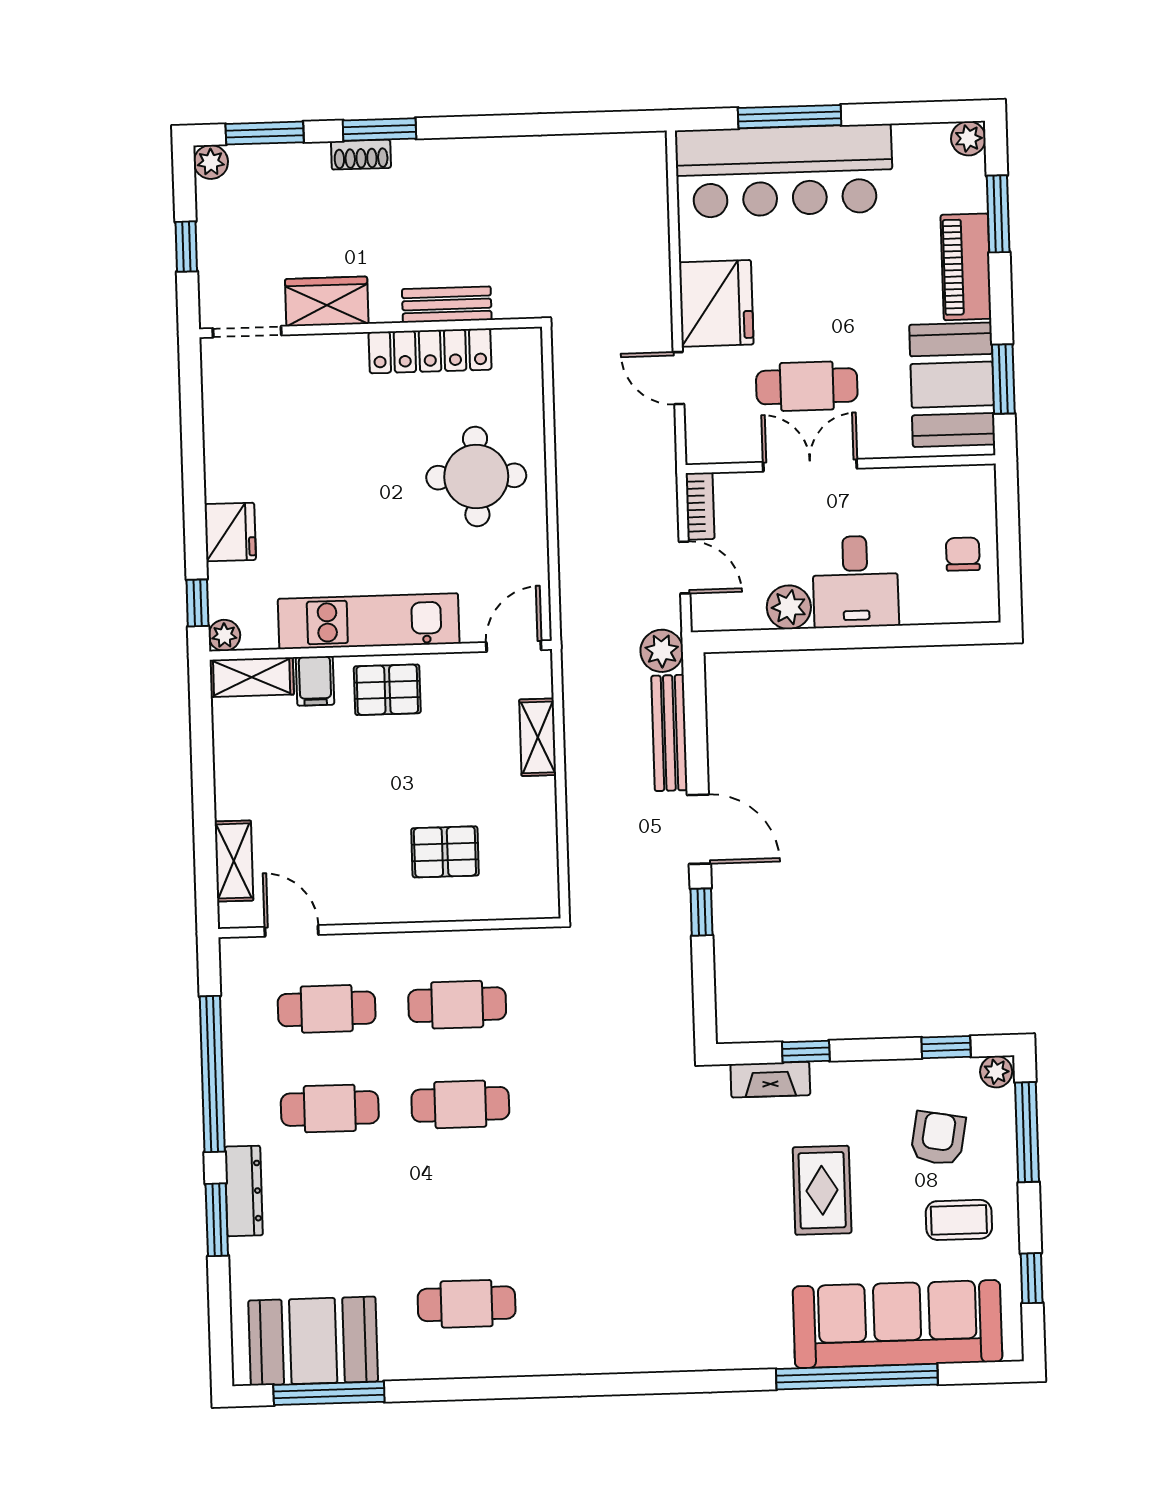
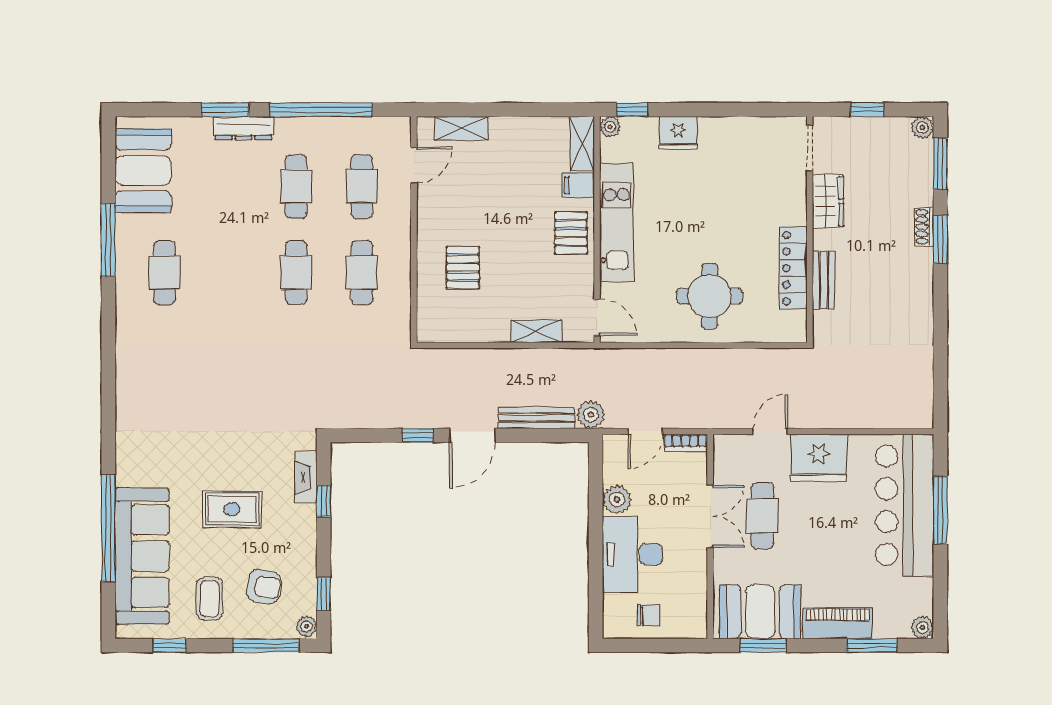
desk: (856, 582) -> (632, 554), width x1.37
window: (329, 1393) -> (108, 240), moved

